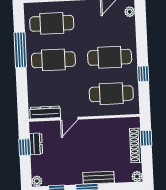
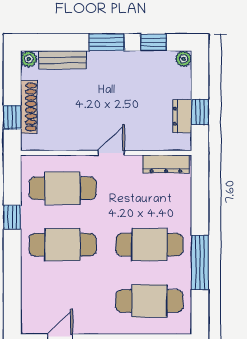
plant: (130, 12) -> (29, 313), removed
door: (69, 119) -> (111, 153), moved
bench: (99, 178) -> (63, 60), moved

